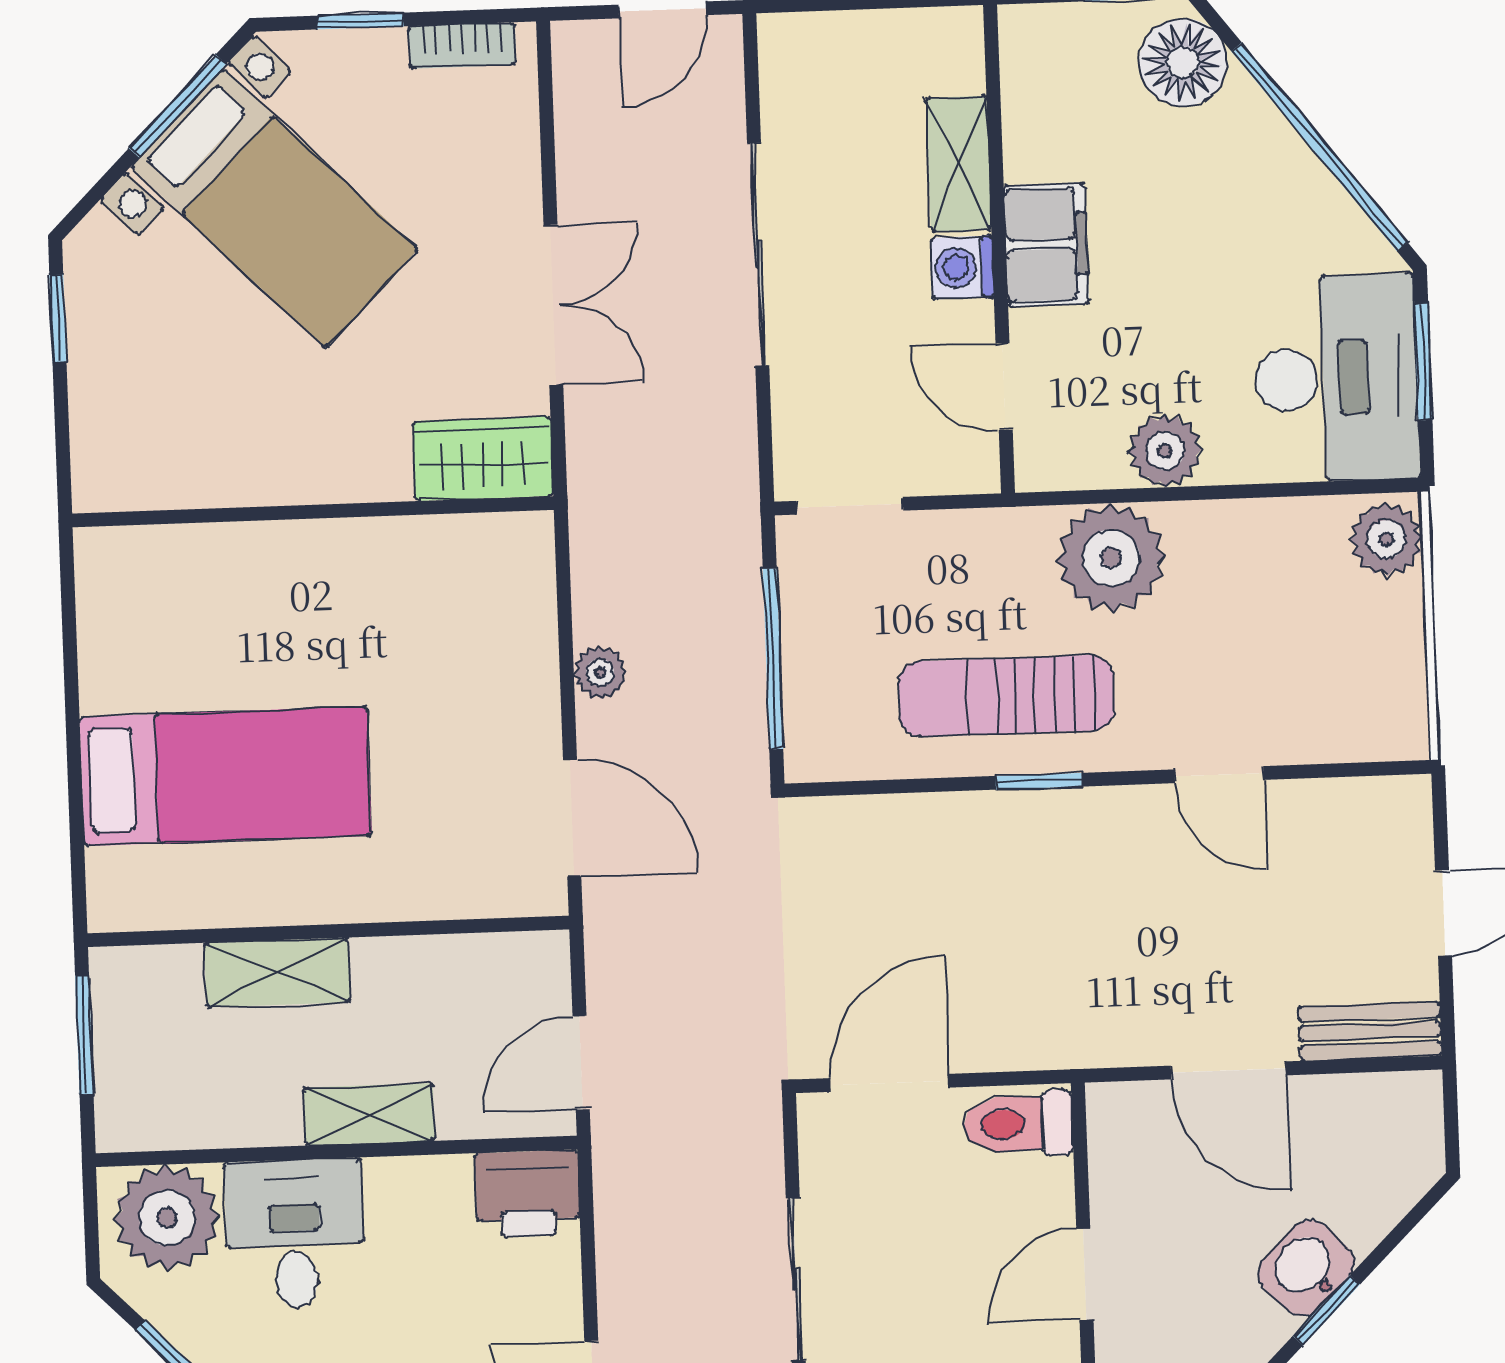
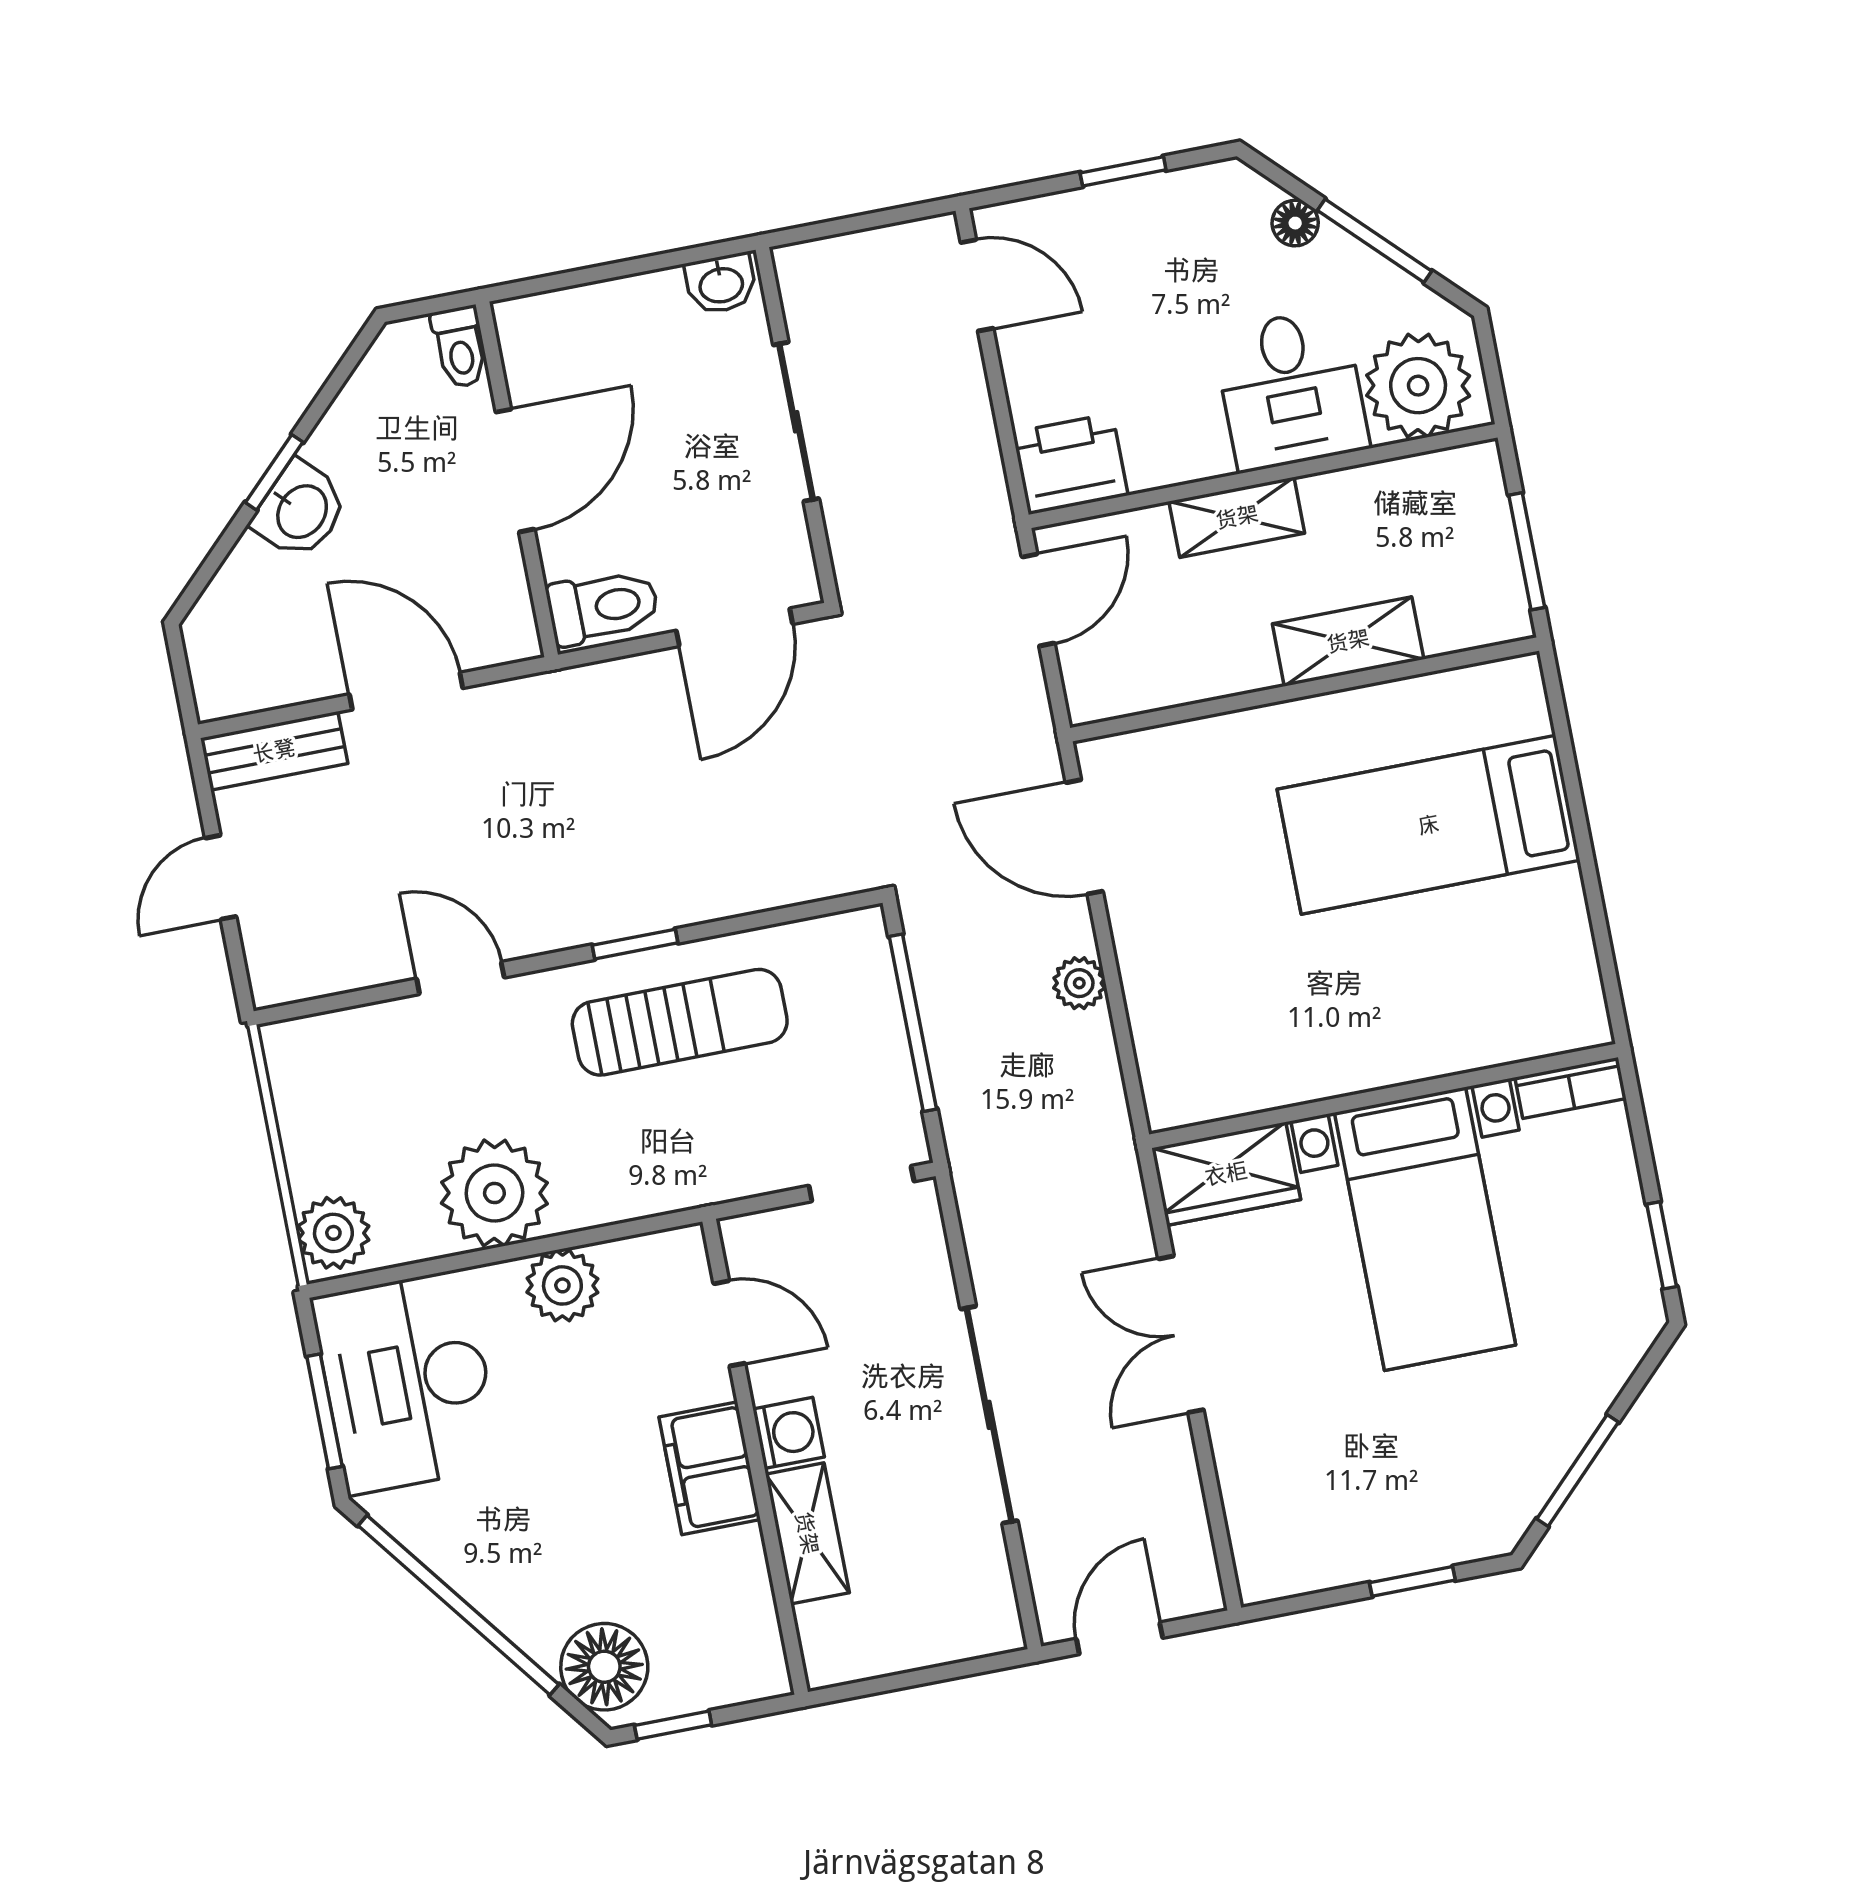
bookcase: (462, 45) -> (1571, 1088), moved, turned 180
bed with nightstands: (274, 208) -> (1425, 1229), moved, turned -135
plant: (1111, 558) -> (494, 1193), moved
door: (1085, 1274) -> (515, 471), width x1.38

